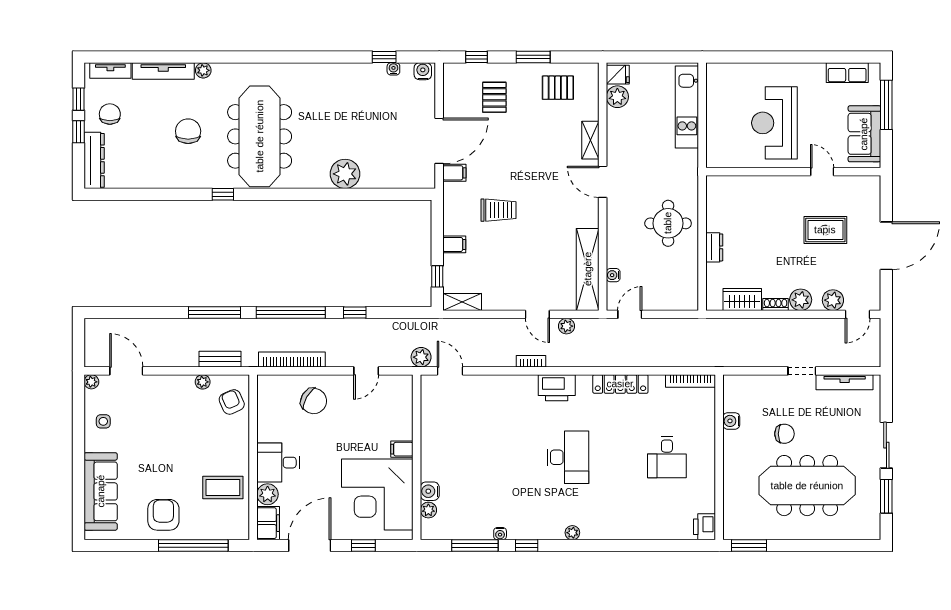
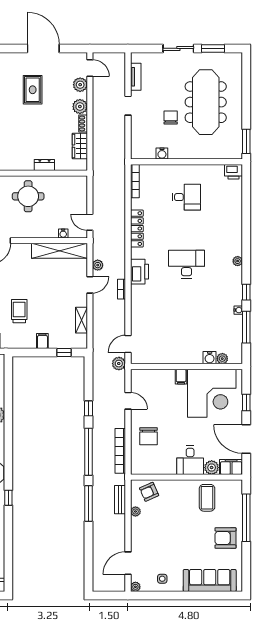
shelving: (462, 302) -> (81, 320), moved
tv unit: (845, 382) -> (136, 77), width x0.71
chair: (314, 401) -> (148, 436), turned 150

